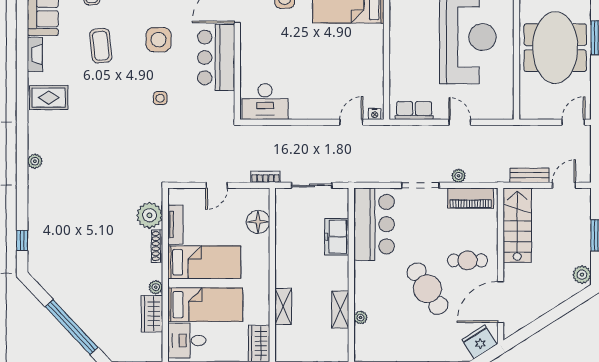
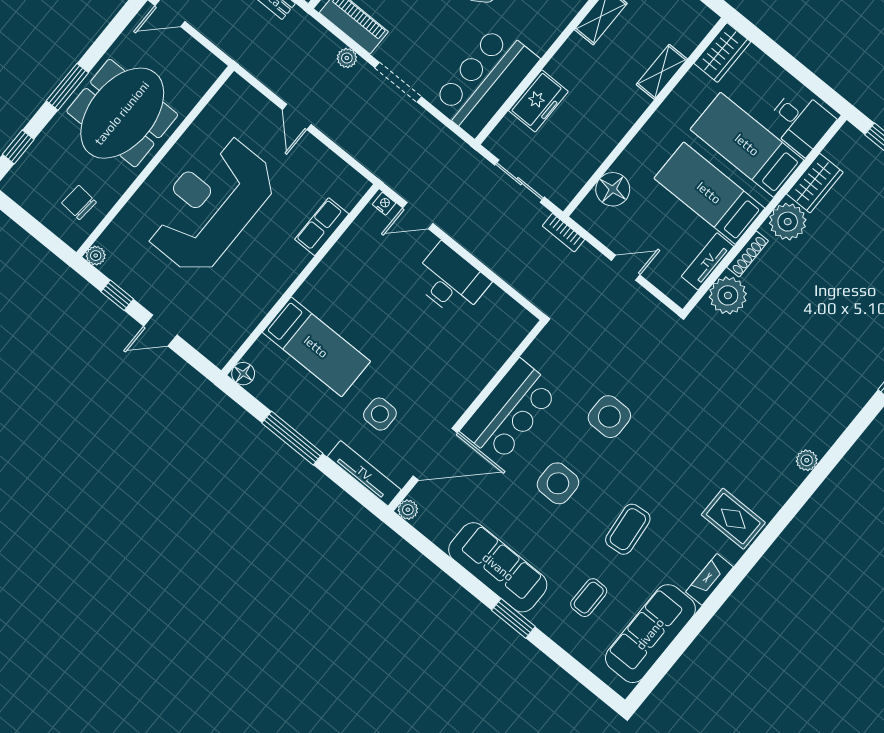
side table: (160, 98) -> (609, 417), width x1.87, depth x1.87
desk: (265, 101) -> (451, 281), moved
row of seats: (414, 110) -> (322, 227), moved, turned 90
plant: (156, 287) -> (788, 222), width x1.87, depth x1.87

